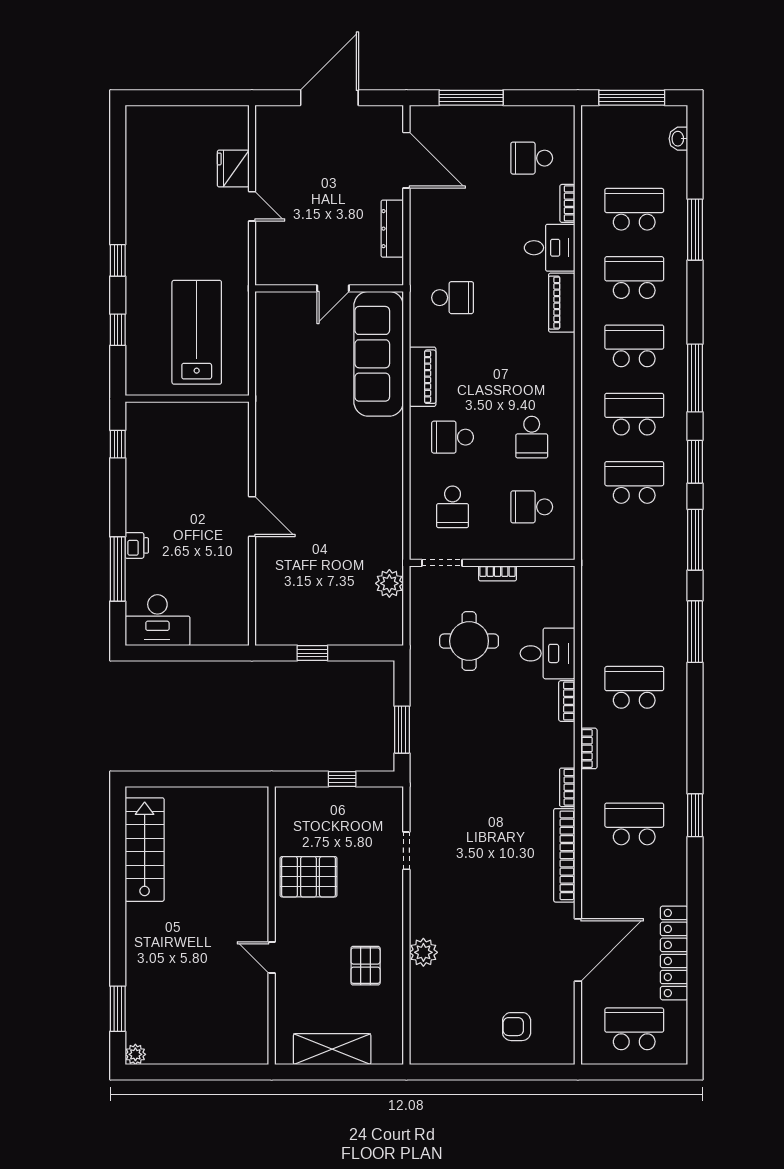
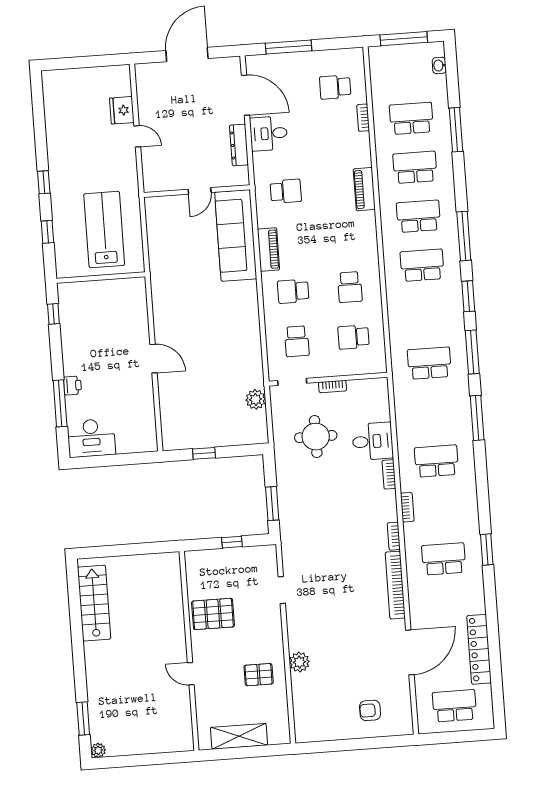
desk: (550, 248) -> (269, 133), moved, turned 180
school desk: (634, 482) -> (429, 363), moved
pallet: (366, 966) -> (259, 675), turned 90

